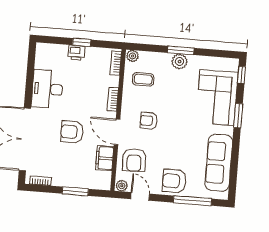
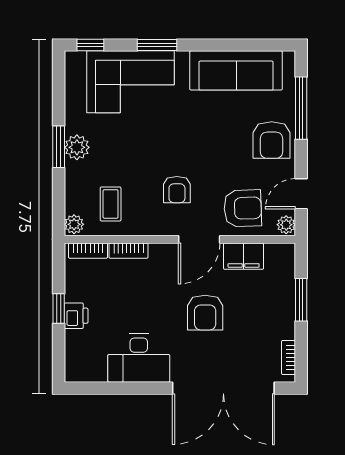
bookcase: (113, 99) -> (129, 251), moved

